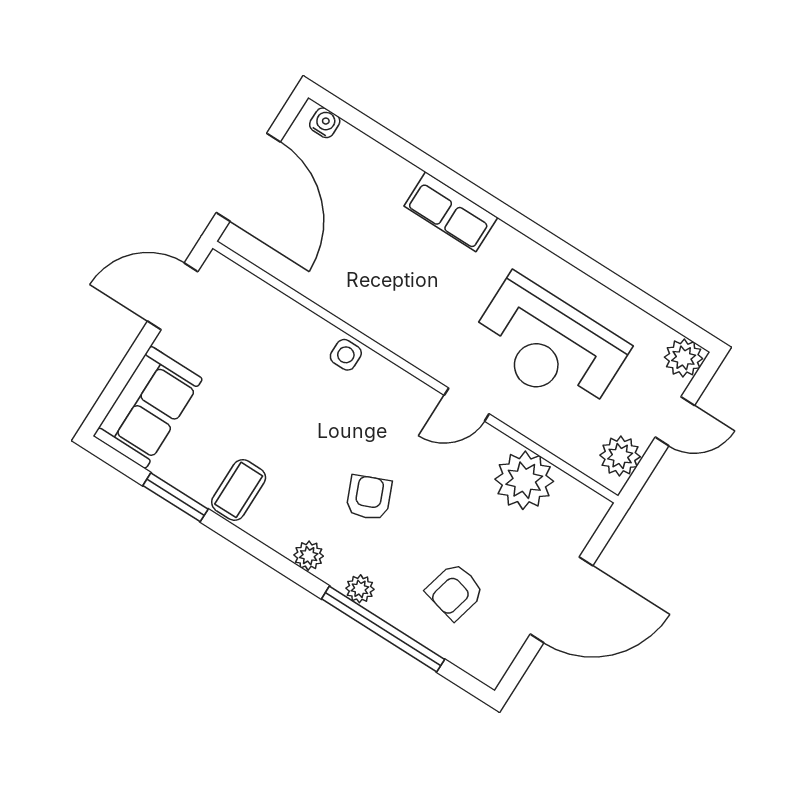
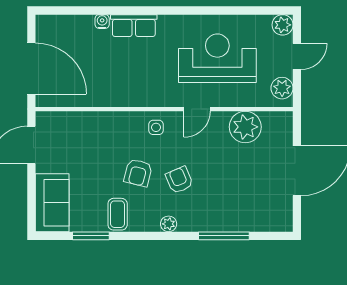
water cooler: (325, 123) -> (102, 22), moved
reception desk: (549, 345) -> (217, 58), turned 180
side table: (346, 355) -> (156, 127), moved
plant: (360, 589) -> (202, 224), removed
armchair: (455, 591) -> (138, 173), moved
window: (383, 629) -> (224, 236), width x0.68

